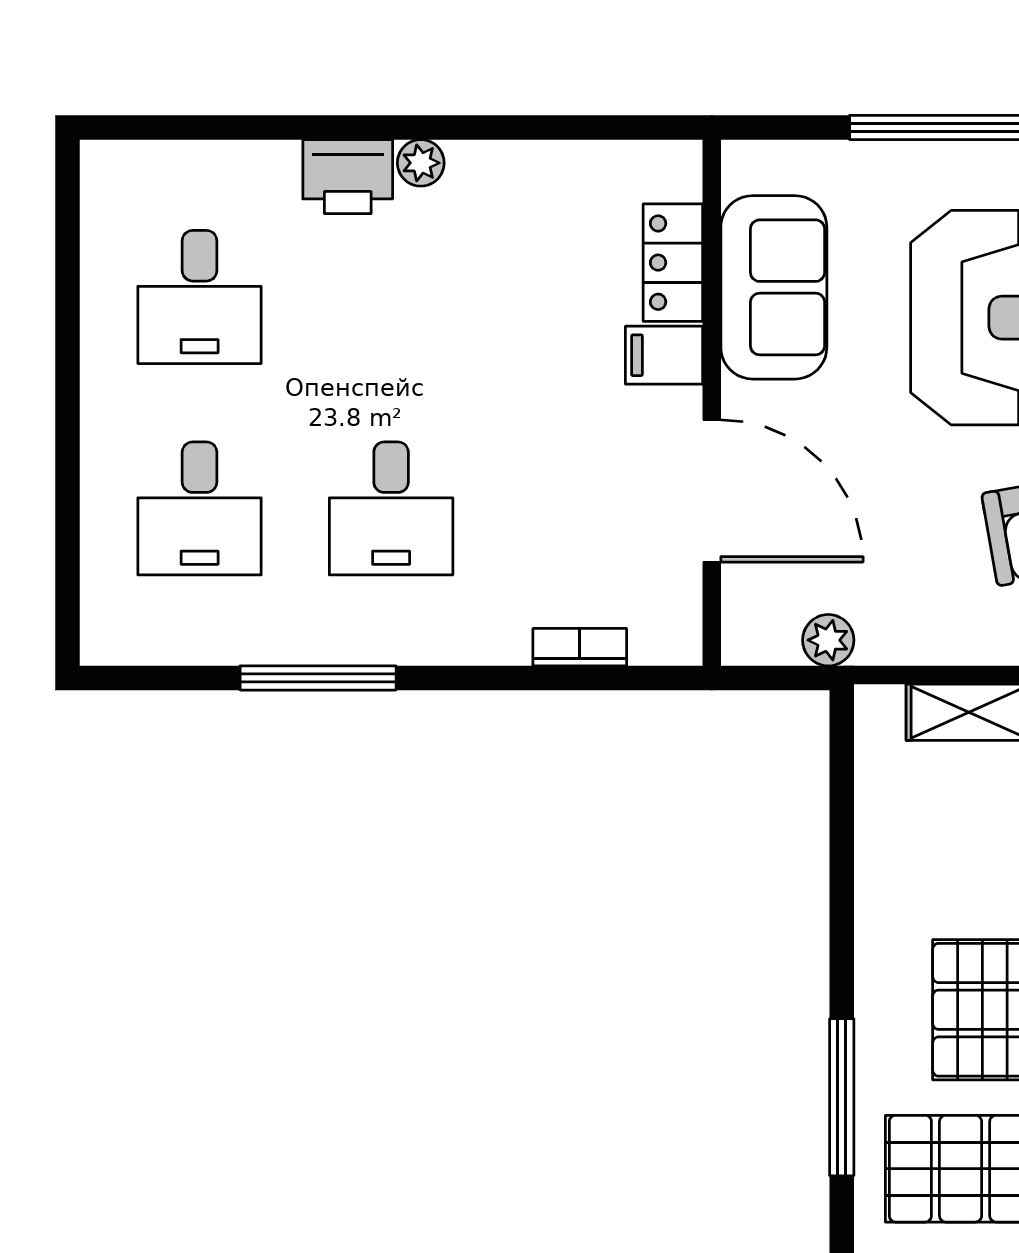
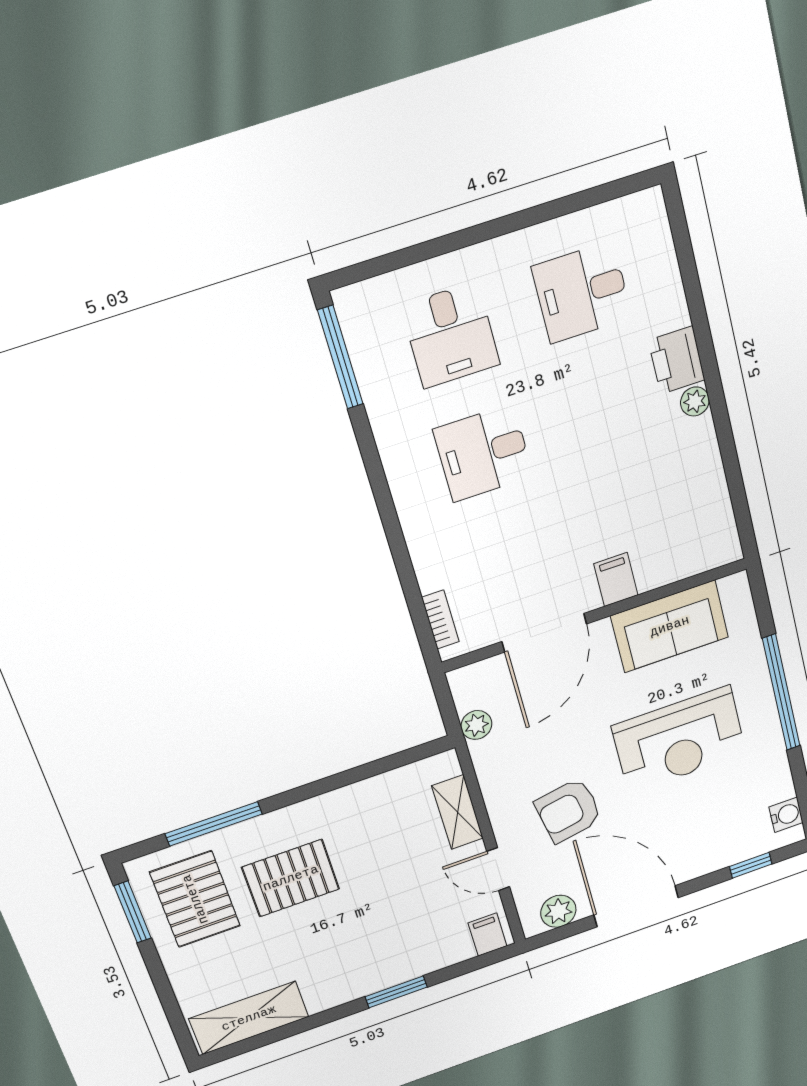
locker: (673, 263) -> (670, 566), removed
desk: (200, 508) -> (451, 335), turned -90
bookcase: (580, 647) -> (440, 620), moved
window: (318, 678) -> (340, 357), moved

